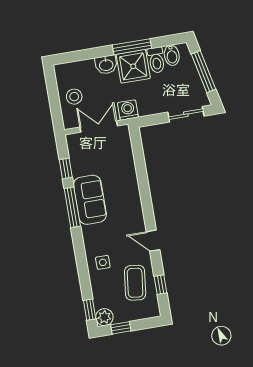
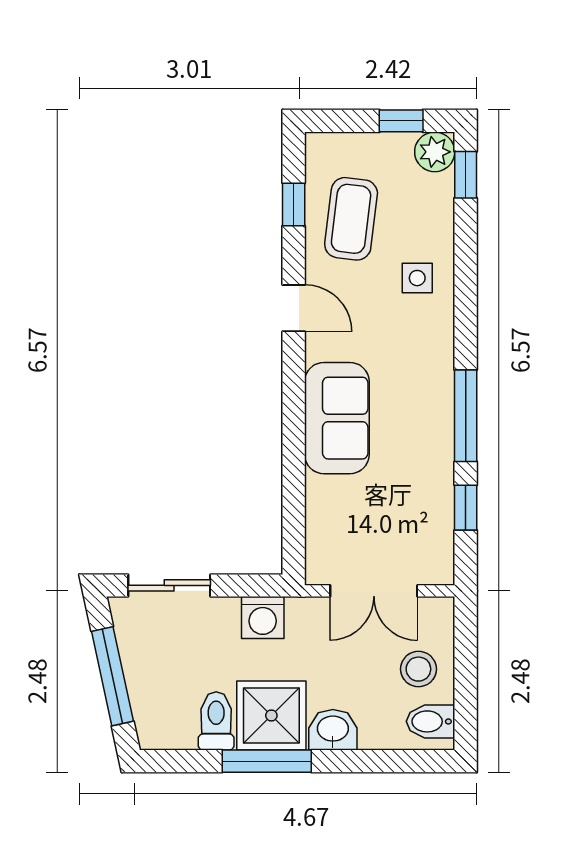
bidet: (172, 55) -> (431, 721), moved, turned -90
washing machine: (128, 110) -> (263, 618), moved
sofa: (90, 200) -> (337, 418), moved, turned 180

